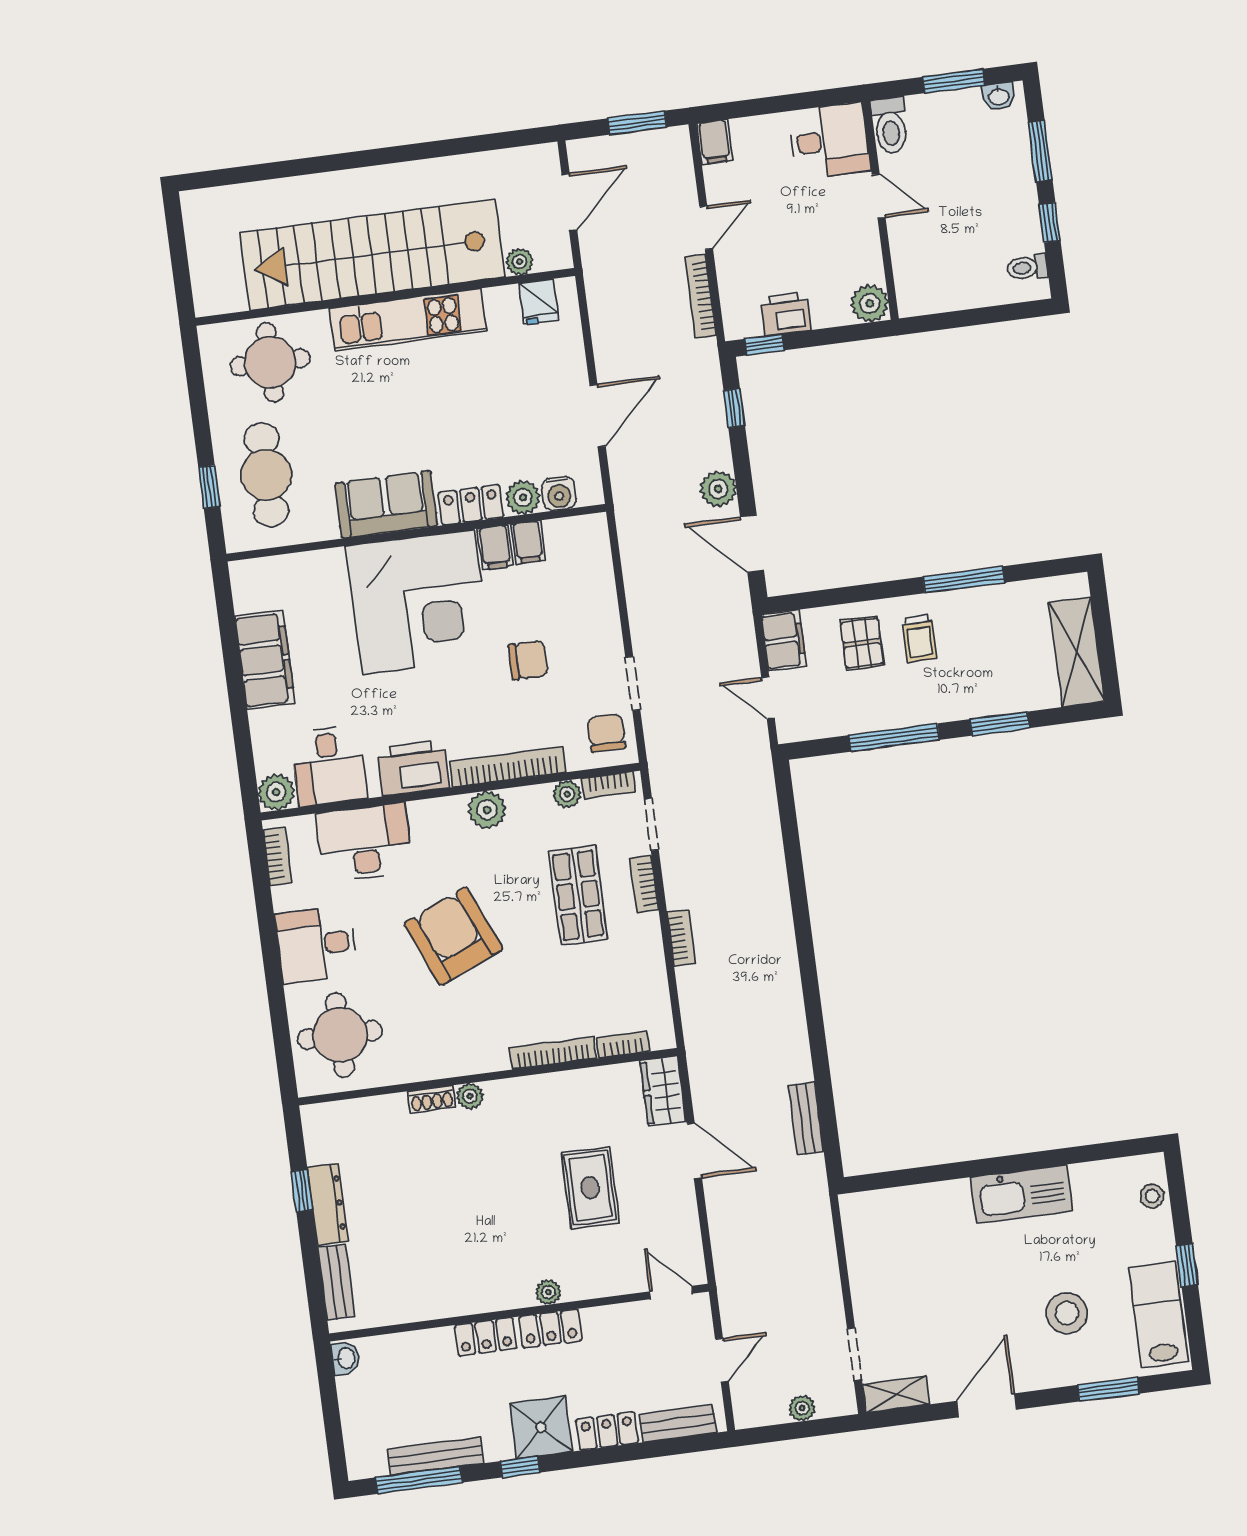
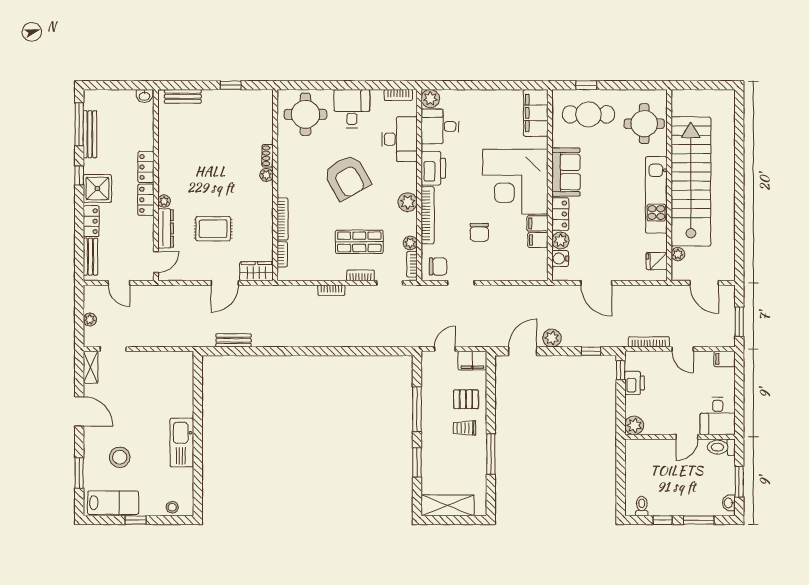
filing cabinet: (265, 660) -> (536, 113), moved, turned 90
armchair: (453, 936) -> (347, 177), turned 84
dresser: (328, 1204) -> (166, 228), moved, turned -90

